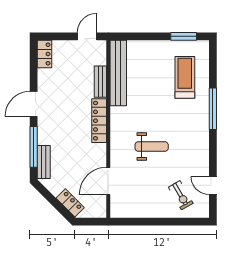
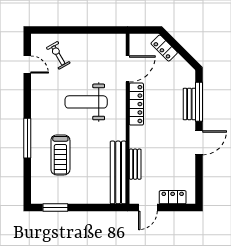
locker: (44, 54) -> (173, 197), moved, turned 90
treadmill: (185, 77) -> (60, 155), moved
locker: (99, 121) -> (136, 104), moved
weight bench: (152, 146) -> (86, 102), width x1.36, depth x1.33
bench: (44, 162) -> (189, 104), moved

